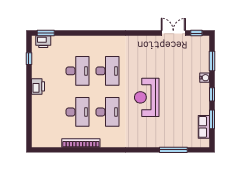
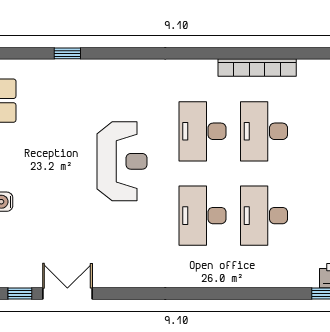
double door: (173, 33) -> (67, 293), swing flipped
window: (173, 150) -> (67, 53), width x0.46

